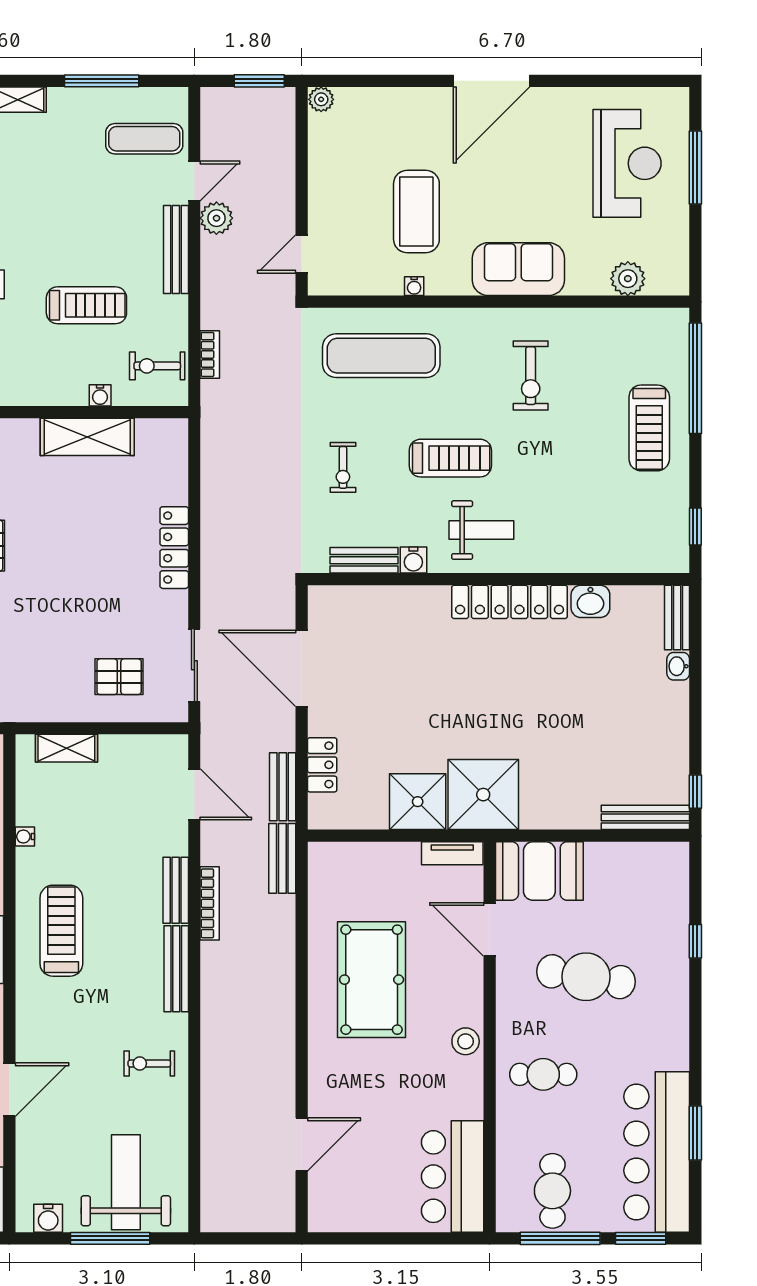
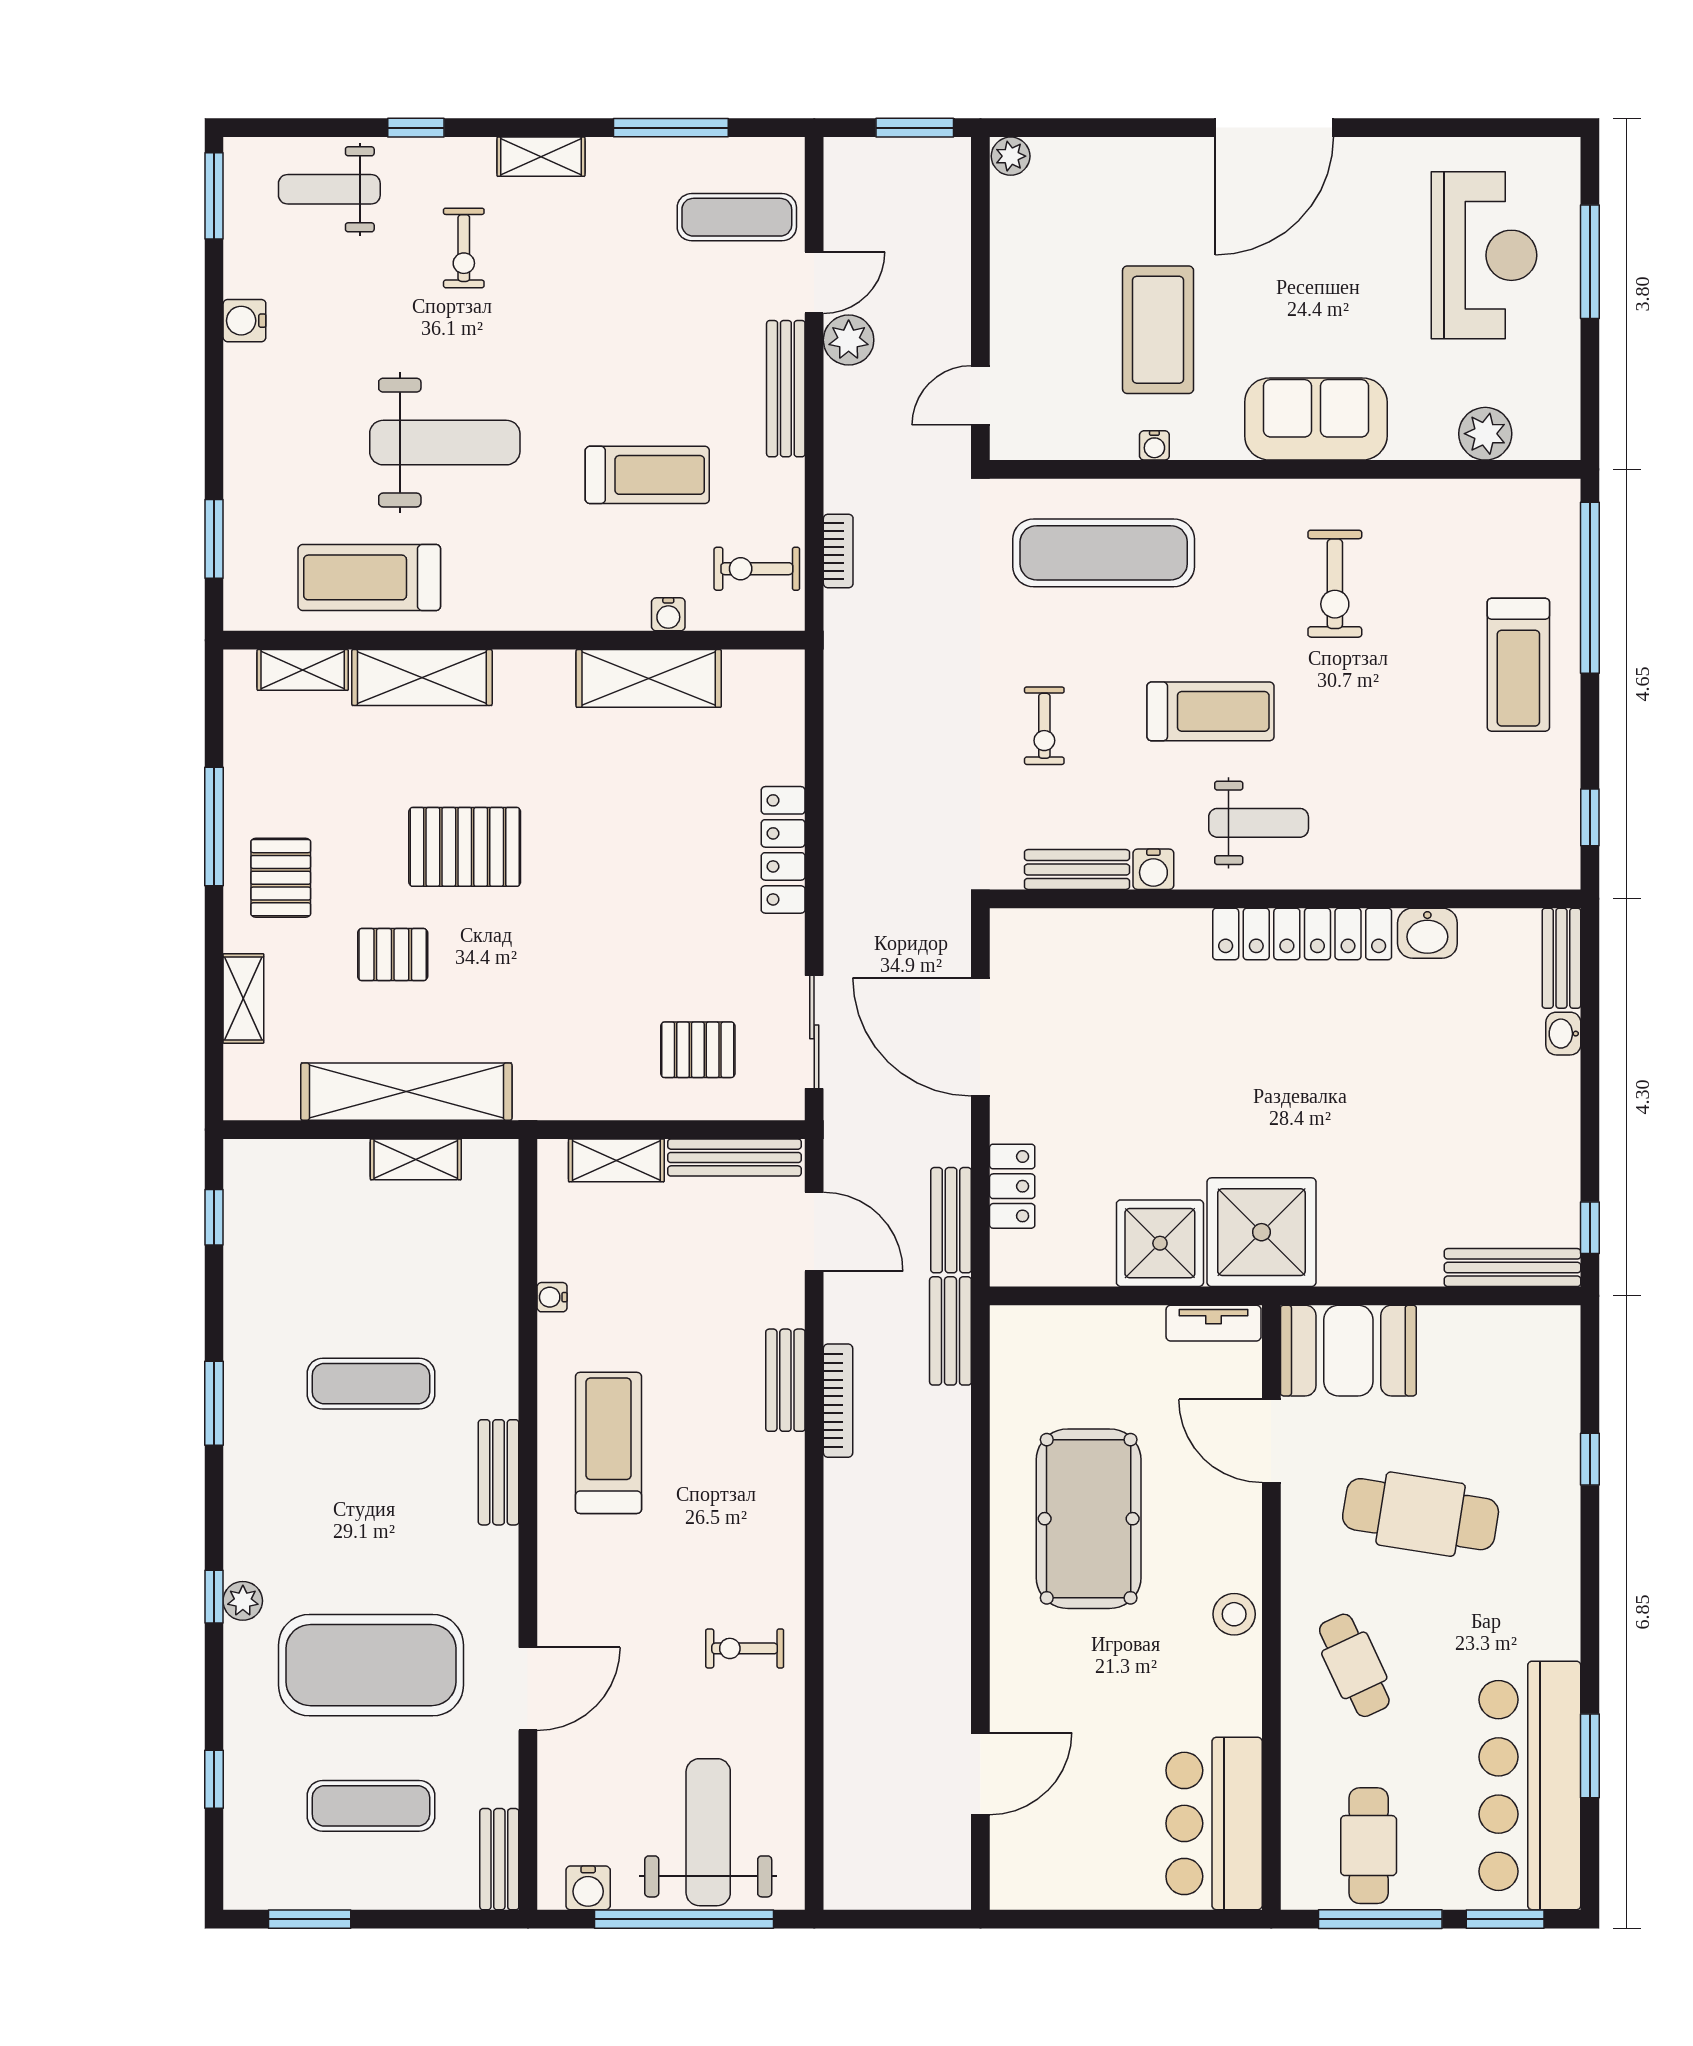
bench: (176, 969) -> (734, 1158), moved, turned 90
cafe table: (543, 1074) -> (1354, 1665), turned 65
window: (110, 1238) -> (684, 1919), width x1.46

